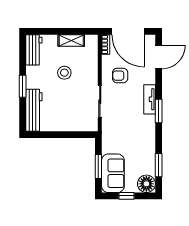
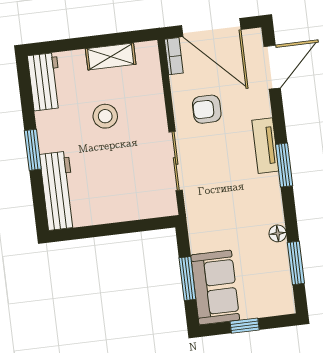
floor lamp: (146, 184) -> (278, 233), moved, width x0.53, depth x0.53

